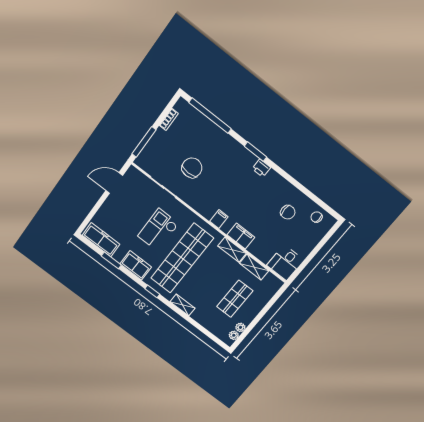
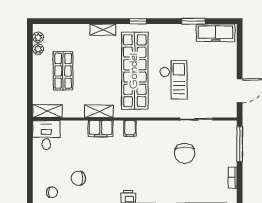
freezer: (136, 265) -> (169, 33), removed
shelving: (254, 267) -> (47, 111), moved

